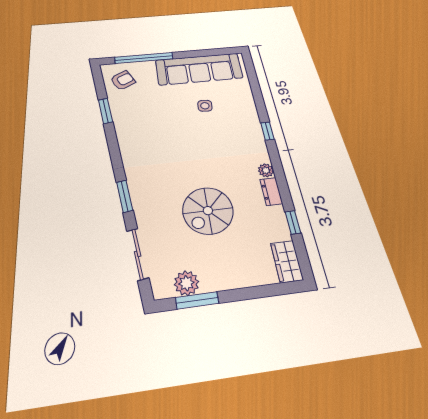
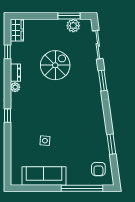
sofa: (199, 69) -> (44, 176), width x0.74, depth x0.79
armchair: (123, 80) -> (98, 169), turned -63

